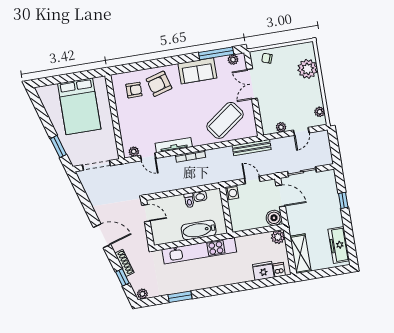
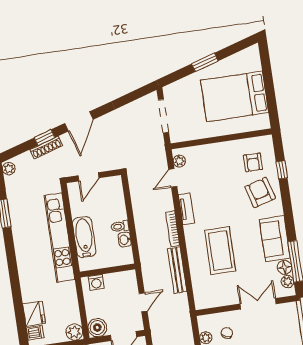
chair: (267, 58) -> (227, 333), moved
floor lamp: (221, 62) -> (285, 267), added
window: (140, 66) -> (282, 170), added
coffee table: (225, 120) -> (220, 251), moved, turned 36
tv unit: (174, 145) -> (186, 209), width x0.71
window: (58, 147) -> (205, 62), moved
bench: (252, 148) -> (177, 270), moved
washing machine: (232, 193) -> (96, 282), moved
door: (146, 213) -> (88, 177), moved
window: (122, 277) -> (44, 138), moved

